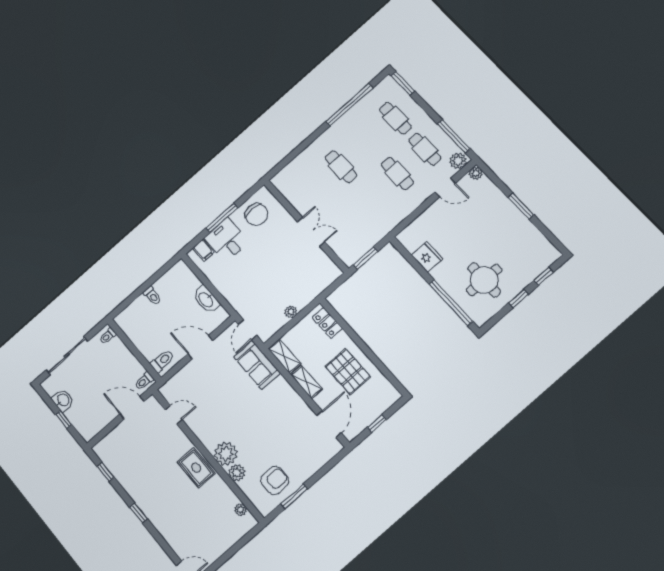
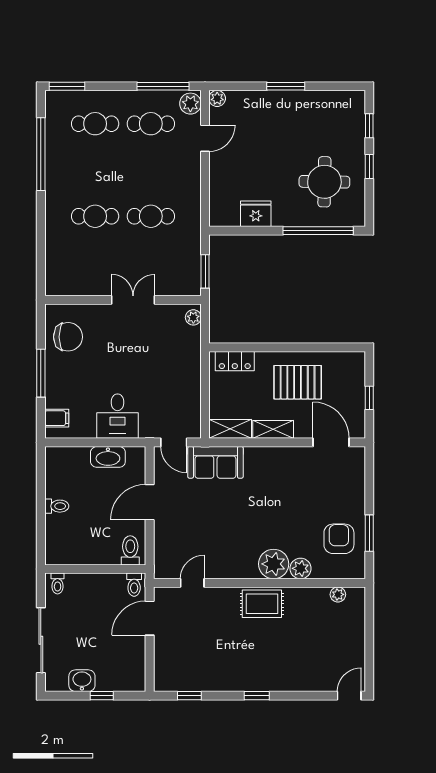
cafe table: (397, 174) -> (151, 216), moved
desk: (227, 240) -> (118, 416), moved, turned -90
plant: (291, 312) -> (193, 317), moved

